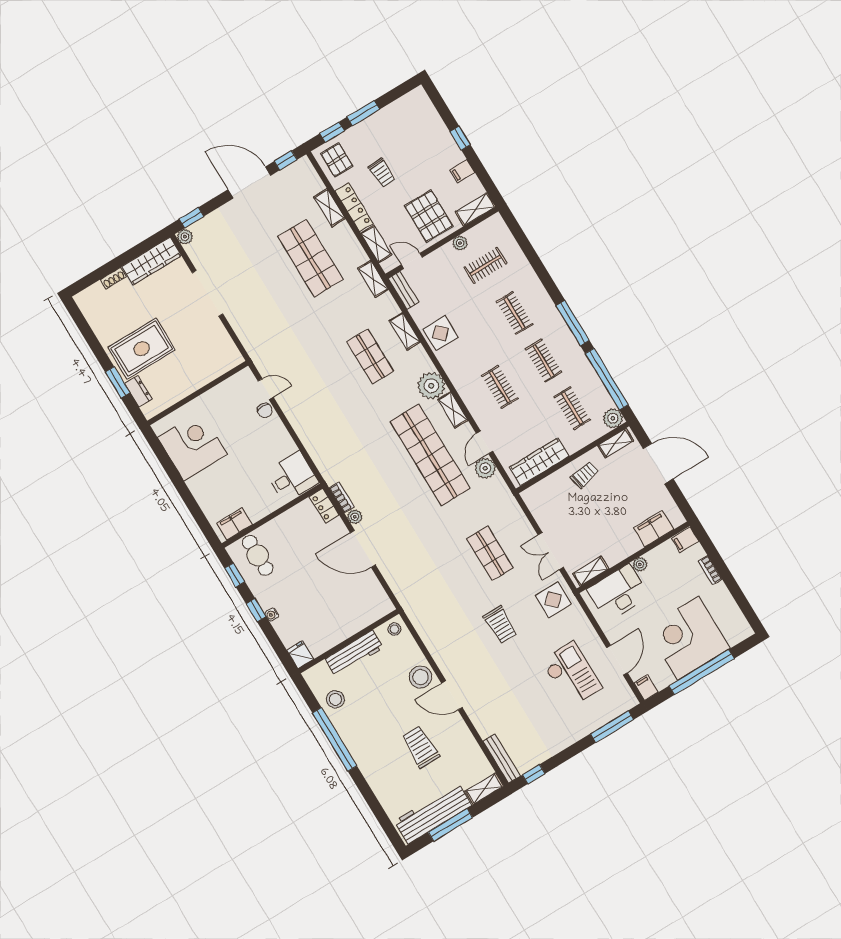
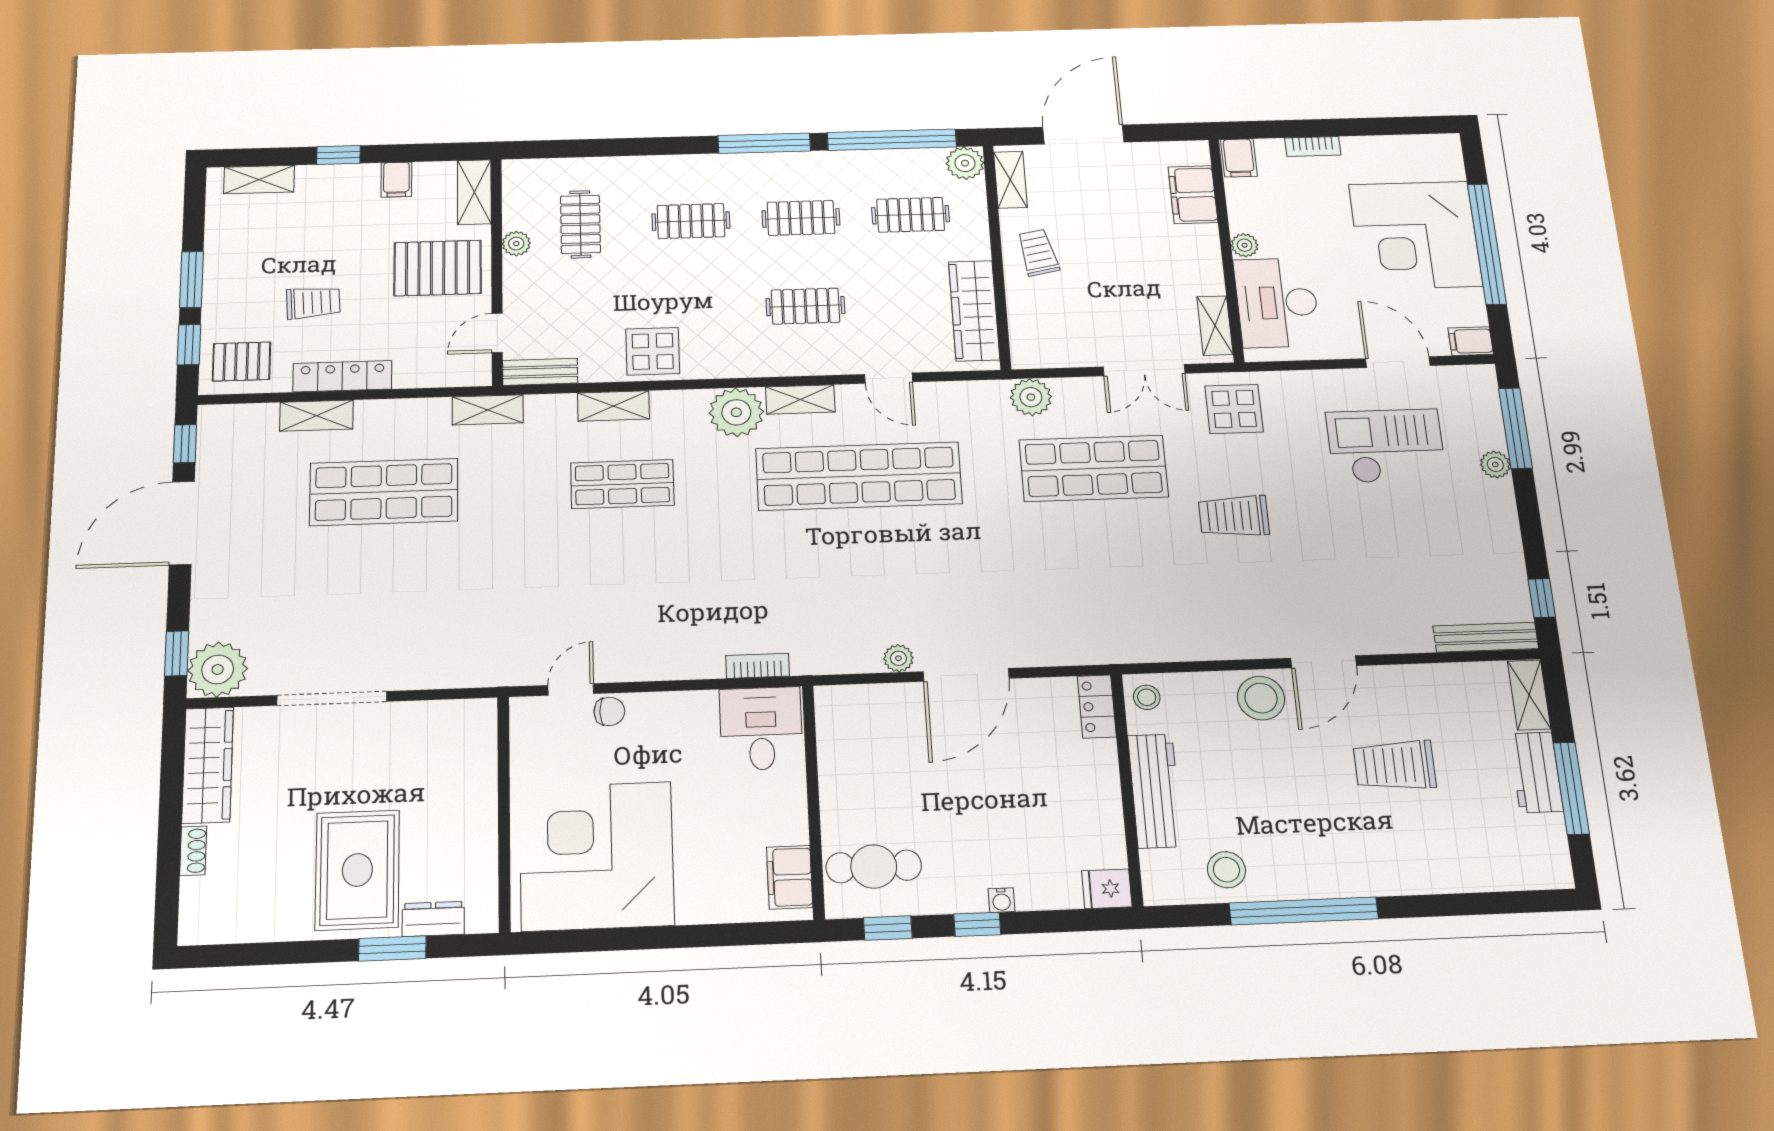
plant: (185, 237) -> (218, 669), width x1.87, depth x1.87
shelving: (376, 244) -> (259, 180), moved
corner desk: (192, 446) -> (597, 856), width x1.36, depth x1.36
plant: (485, 468) -> (1031, 397), moved
bookcase: (342, 497) -> (758, 666), moved
locker: (324, 506) -> (1097, 706), moved, turned 90
shop shelf: (490, 553) -> (1094, 468), width x1.43, depth x1.36
trolley: (500, 625) -> (1234, 516), turned 180
plant: (589, 726) -> (1495, 465), added
workbench: (433, 813) -> (1536, 772), width x0.53, depth x0.76

